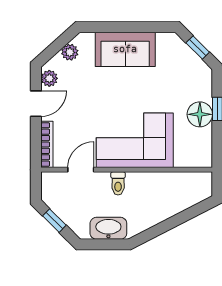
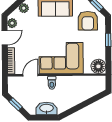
armchair: (182, 75) -> (88, 21), added
floor lamp: (200, 114) -> (98, 66), moved

